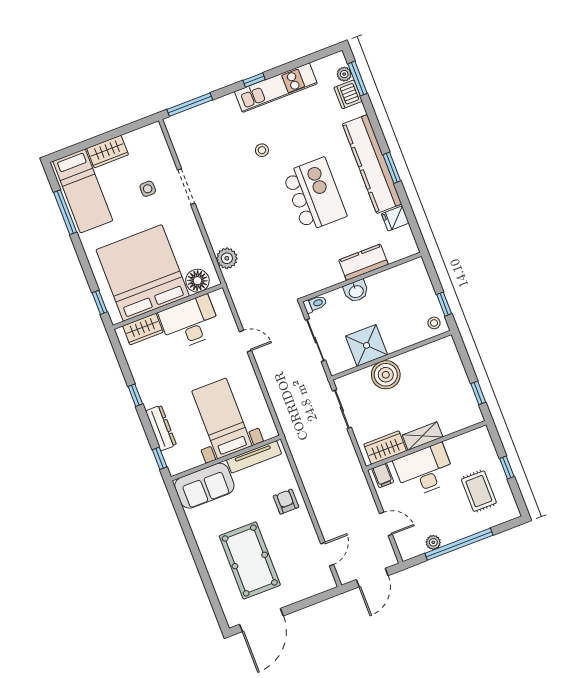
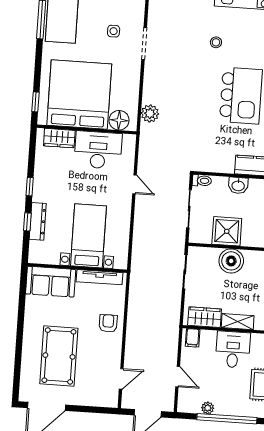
window: (160, 458) -> (27, 222), moved
desk: (424, 470) -> (233, 349), width x0.73

